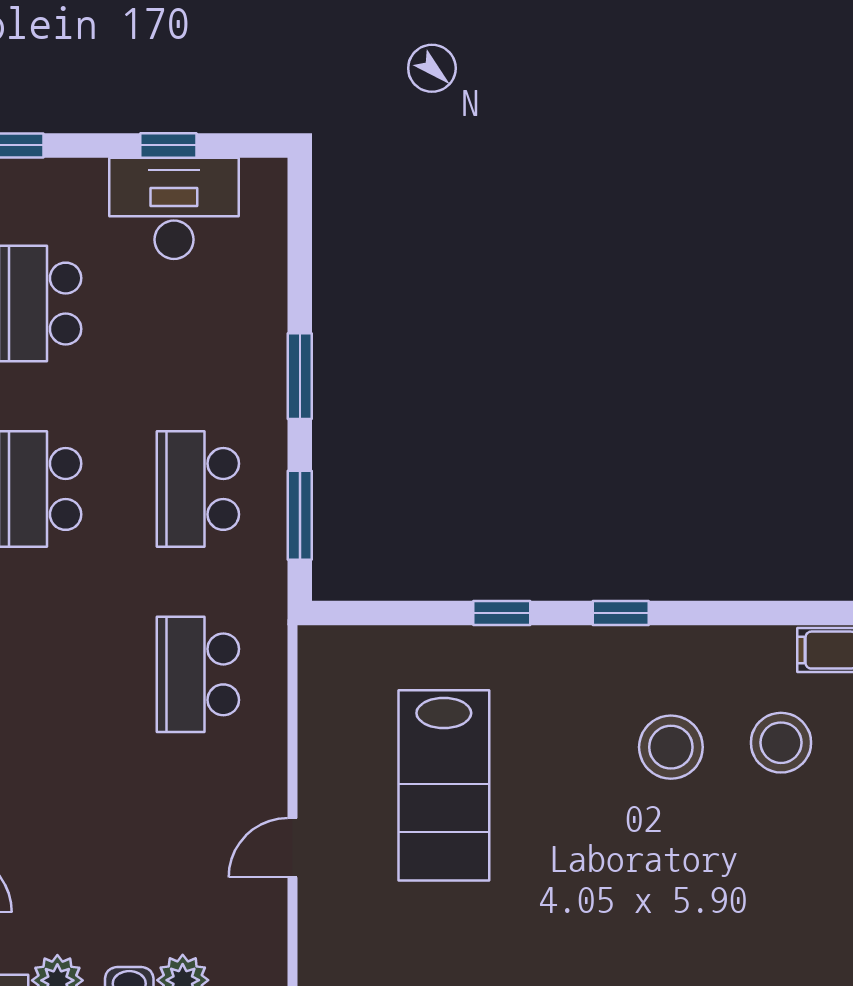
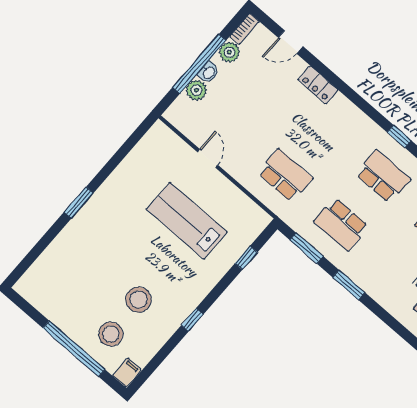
school desk: (198, 489) -> (341, 224), turned 180
window: (502, 613) -> (246, 258), moved

